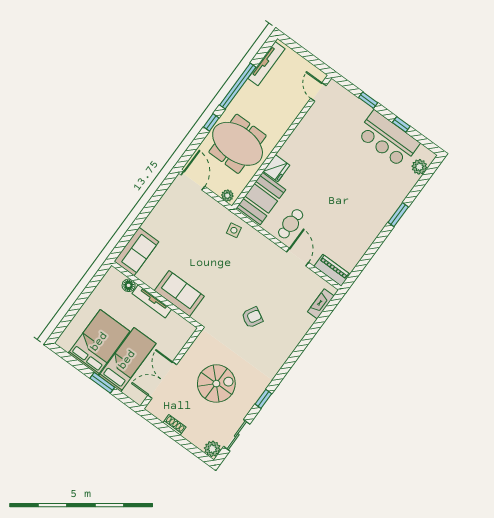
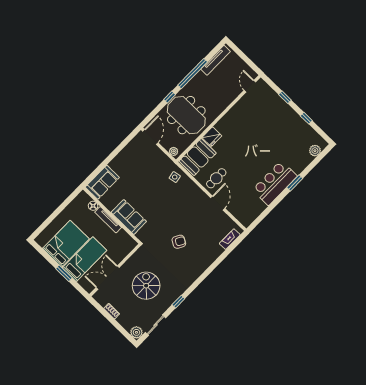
bar counter: (388, 139) -> (275, 183), moved, turned 90
piano: (332, 270) -> (241, 216), removed
spiral stairs: (216, 384) -> (146, 286), turned -90

